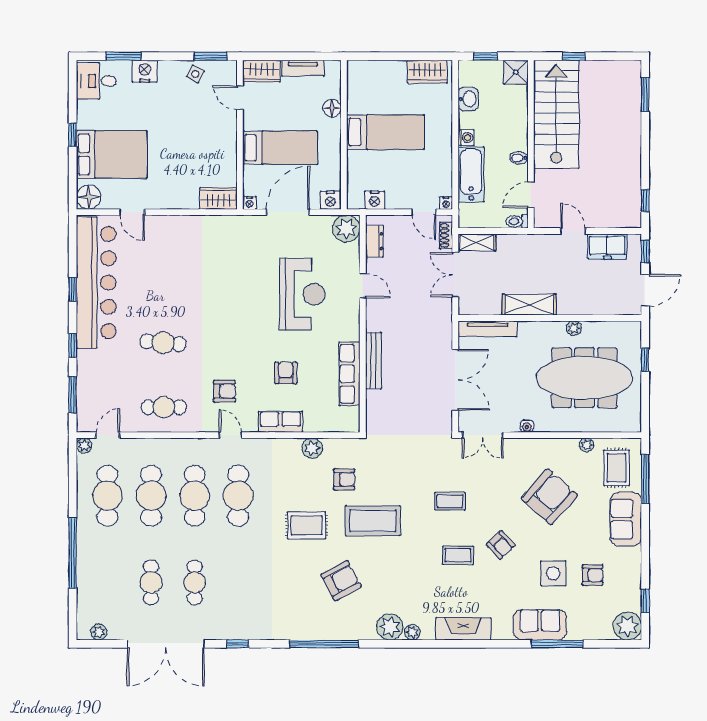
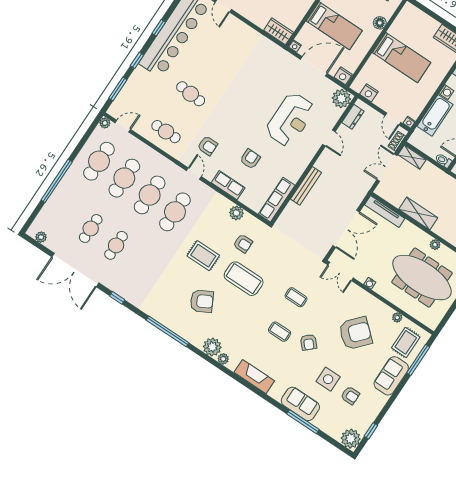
row of seats: (350, 374) -> (277, 200), moved

